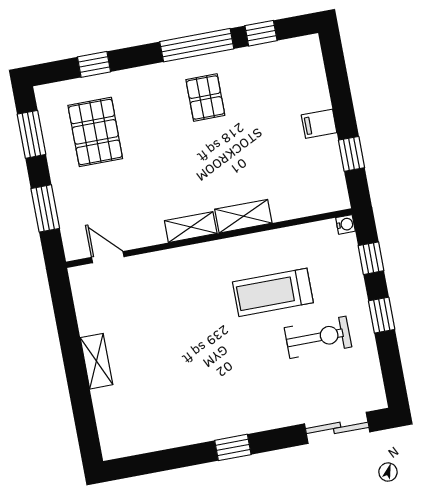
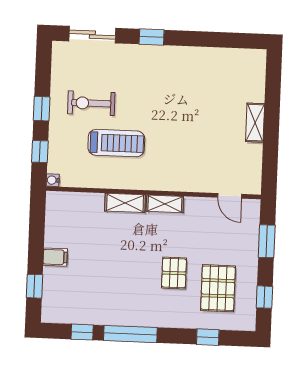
pallet: (205, 97) -> (174, 273), moved
window: (31, 134) -> (264, 297), width x0.67
window: (351, 154) -> (34, 286), moved
window: (233, 447) -> (152, 37), moved

